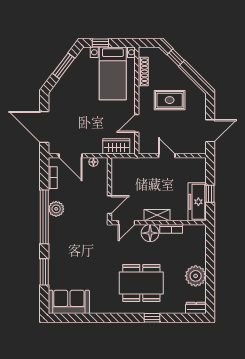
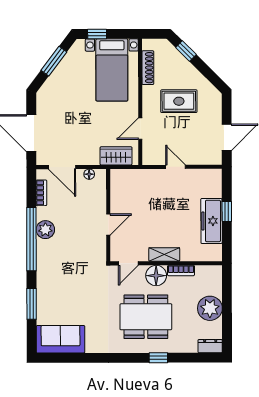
shelving: (157, 215) -> (164, 254), moved
door: (126, 223) -> (128, 263), moved
wall: (159, 223) -> (166, 263), moved
bookcase: (171, 229) -> (181, 271), moved
floor lamp: (150, 233) -> (156, 276), moved

